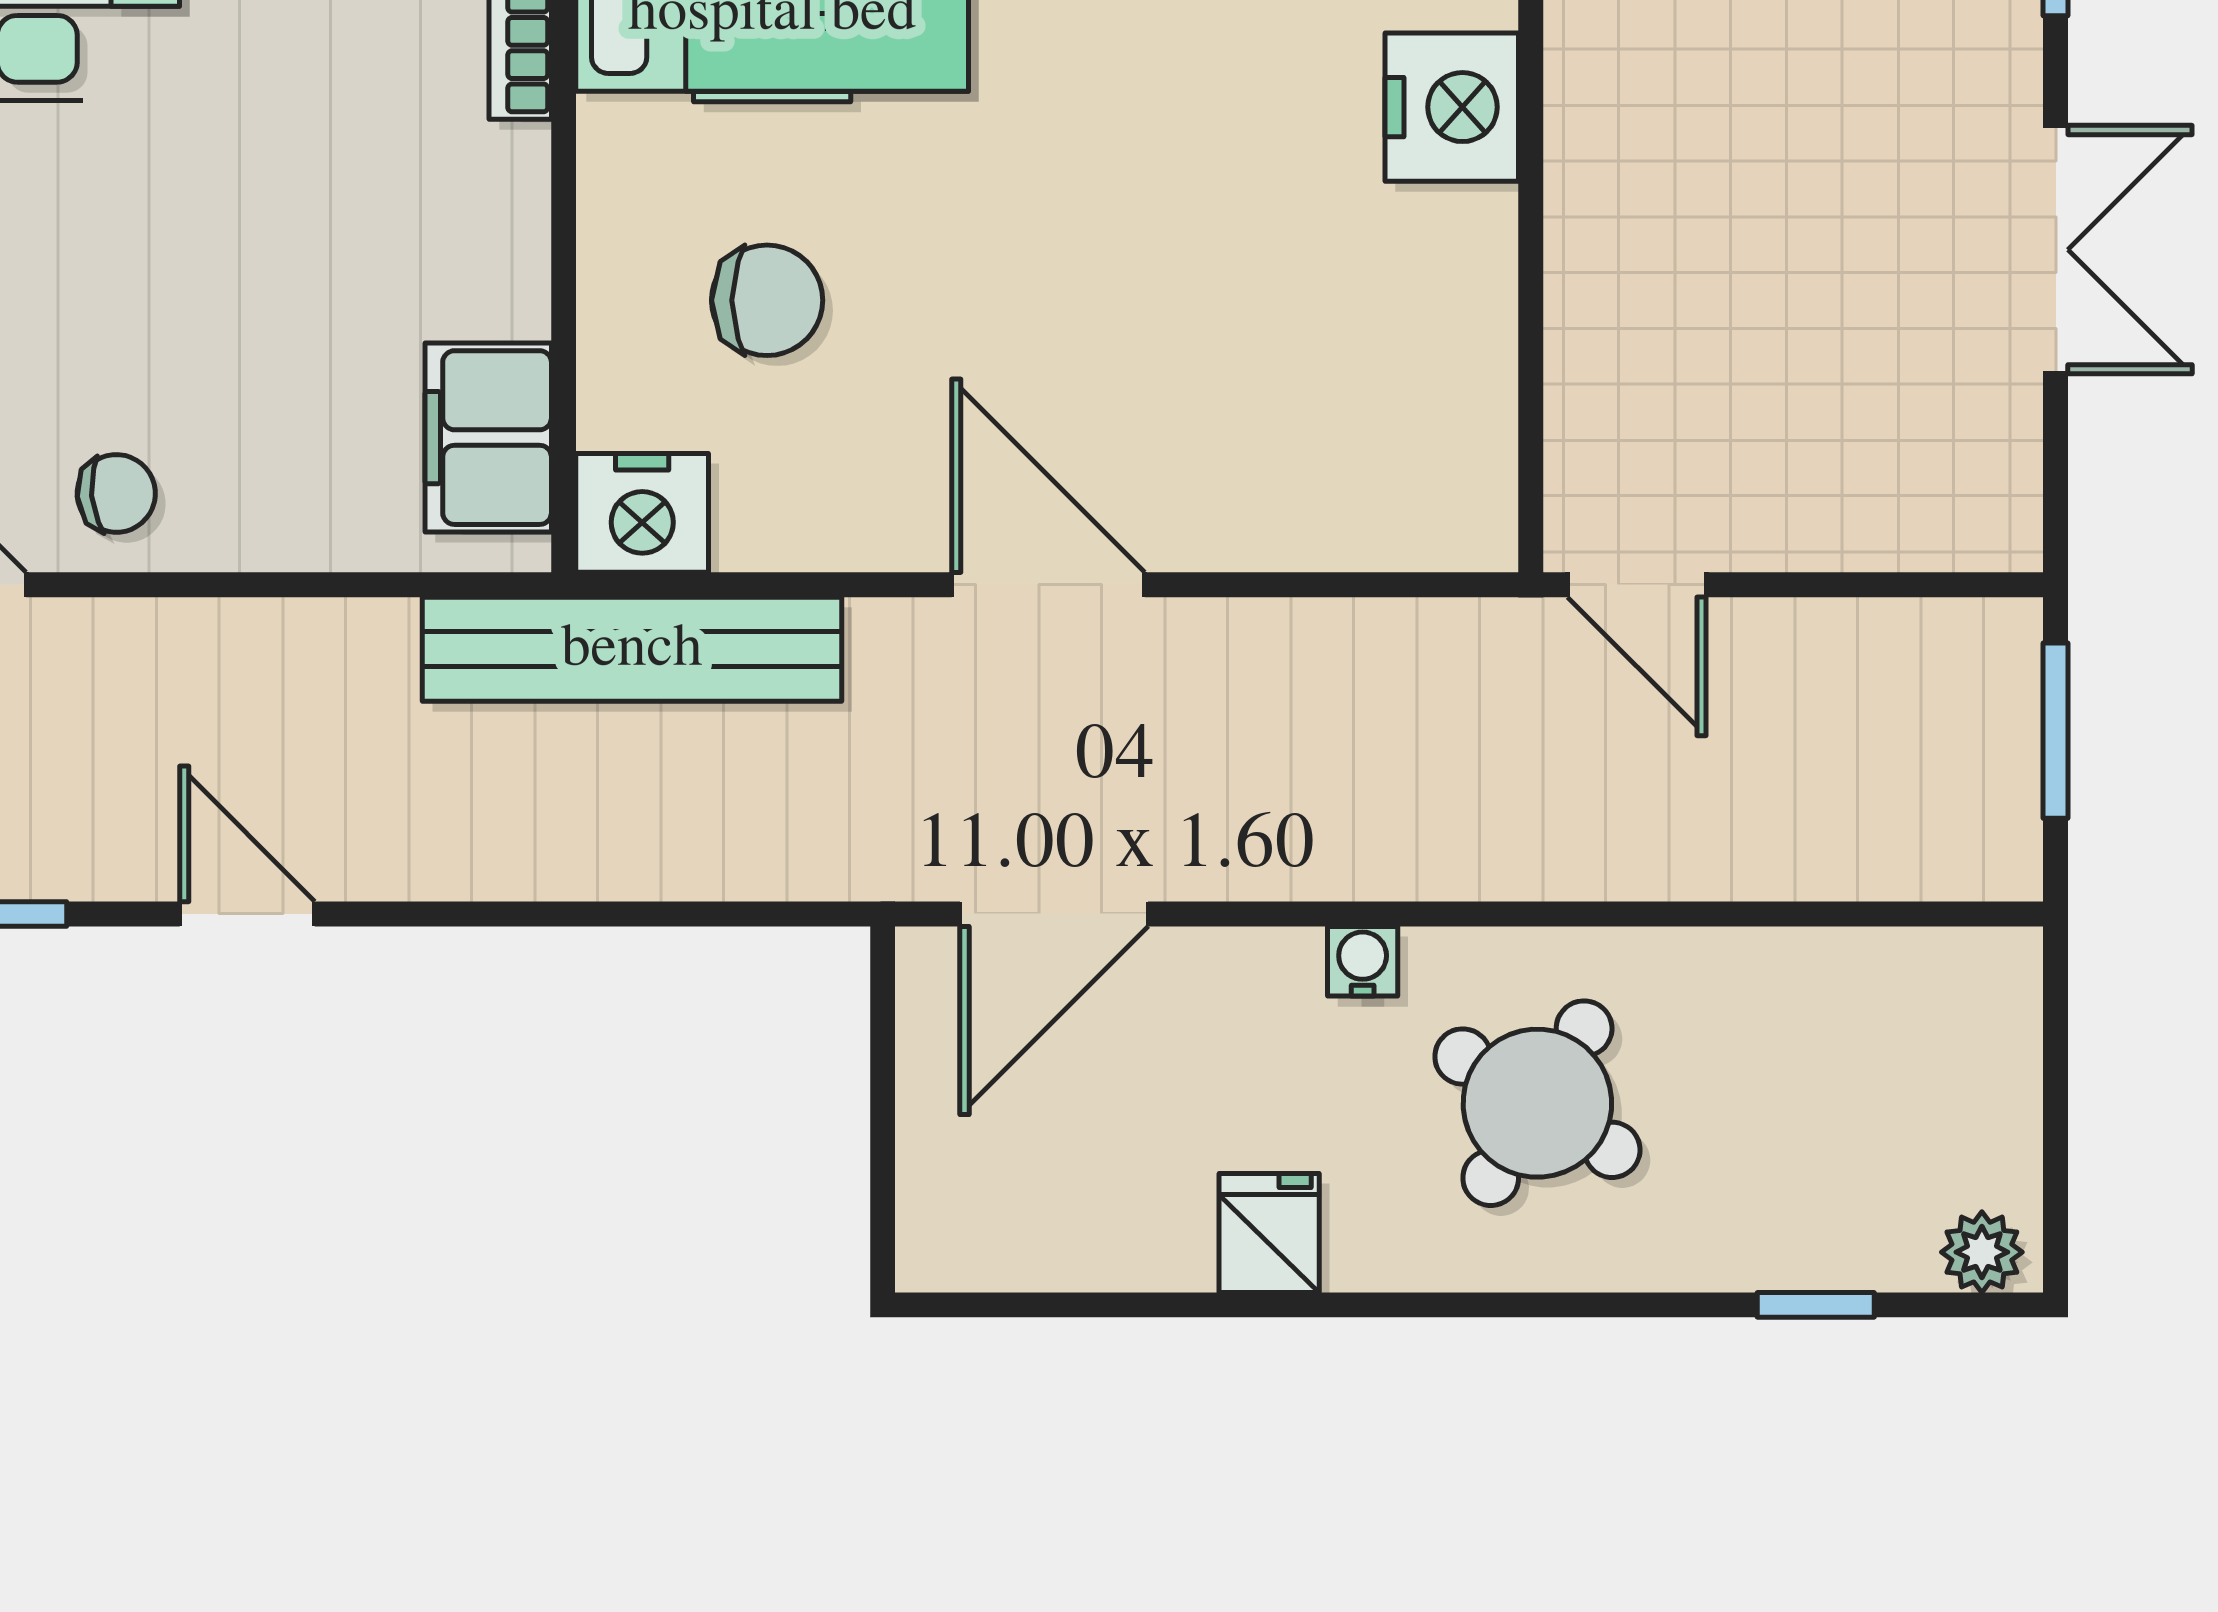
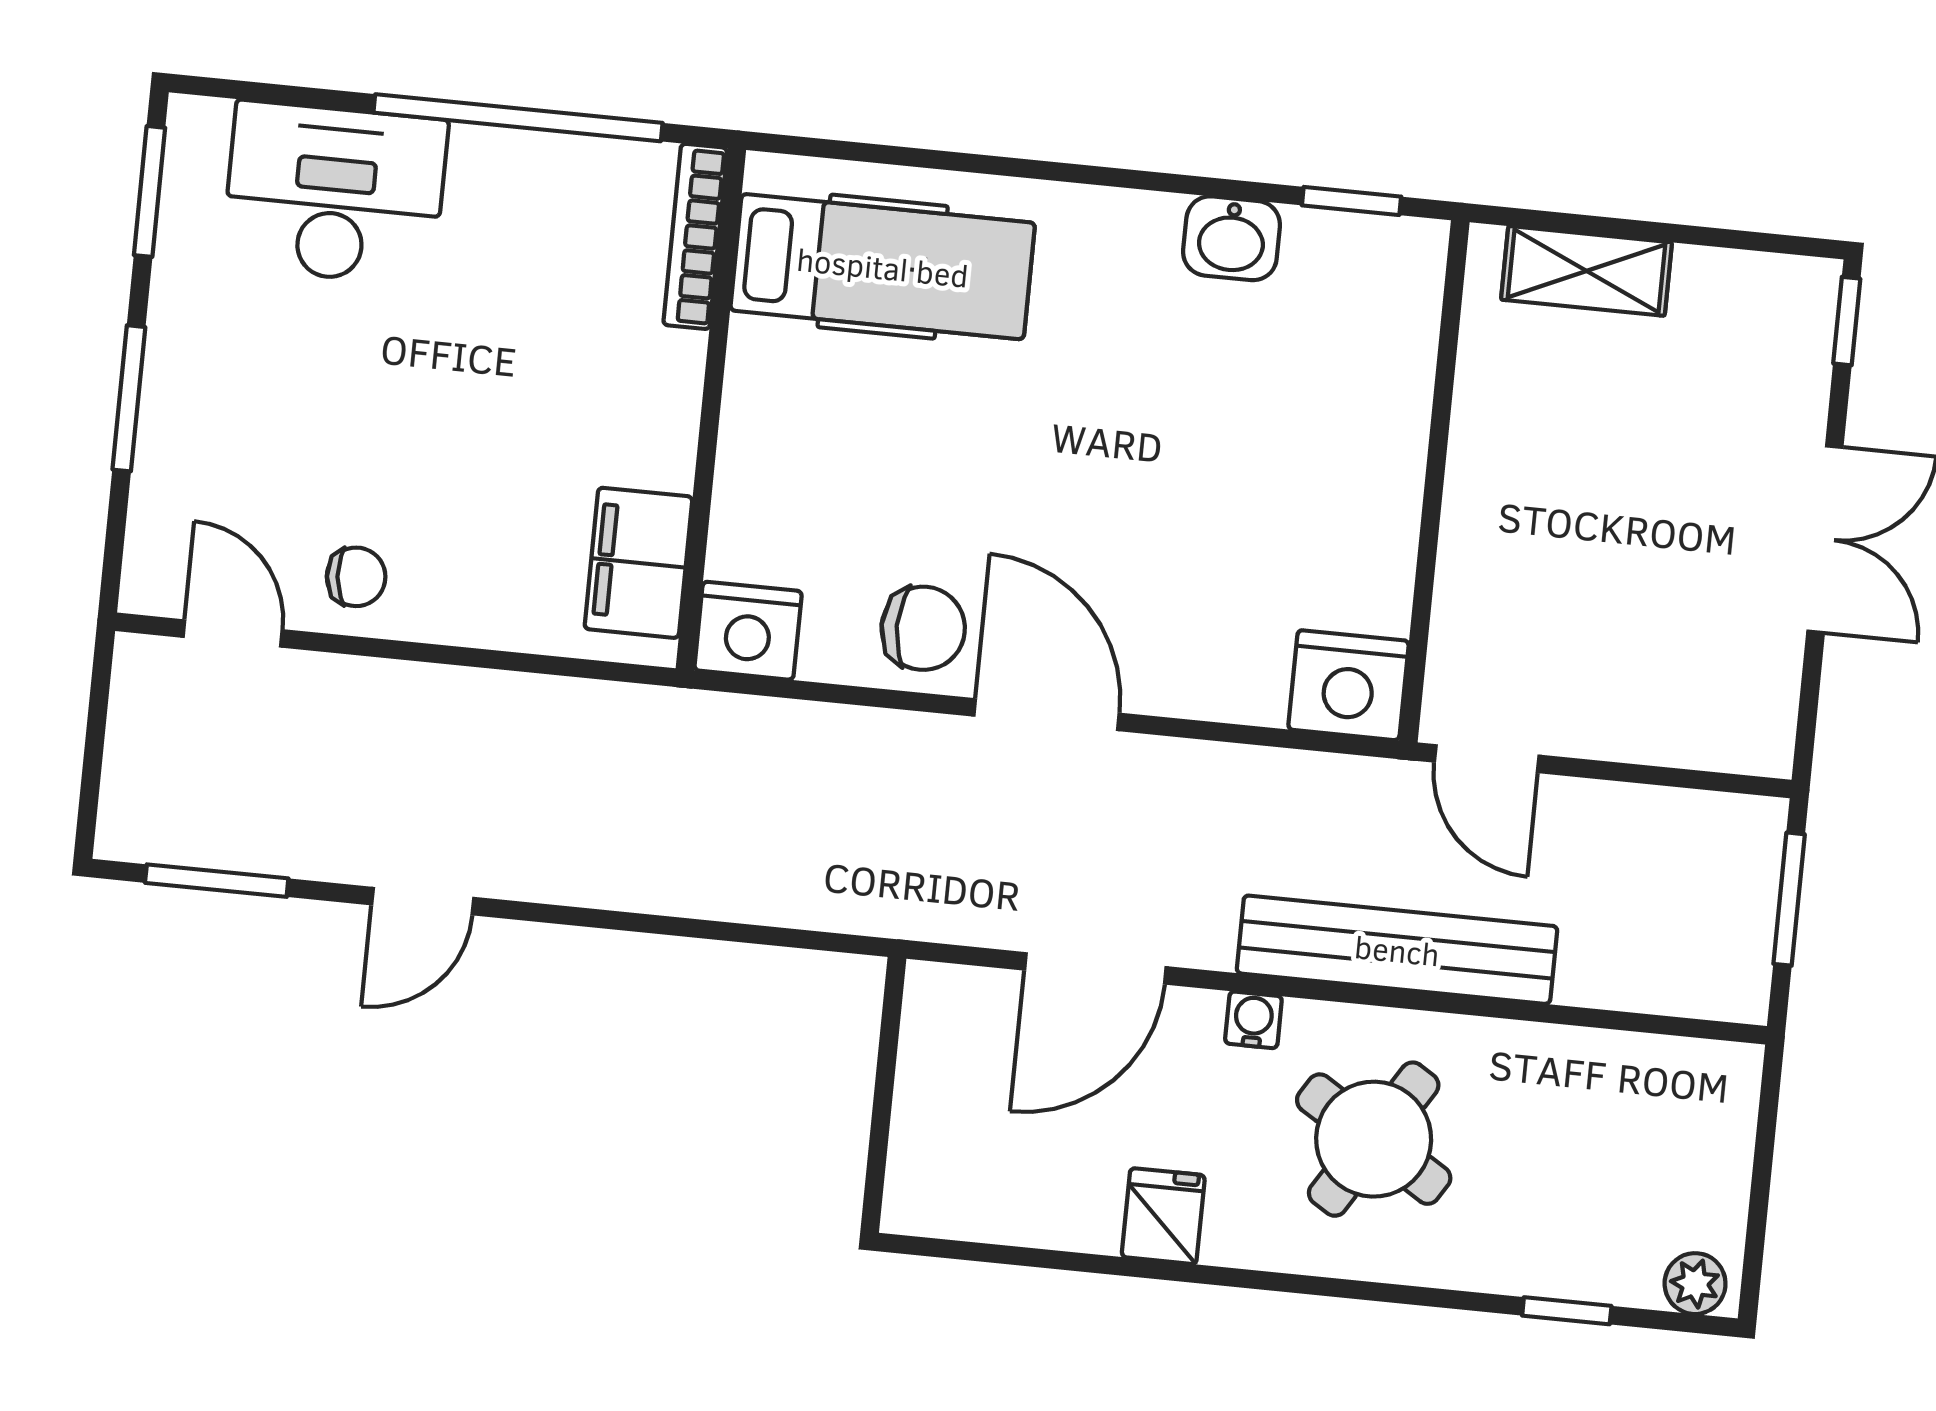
nightstand: (1452, 107) -> (1349, 685), moved, turned 90
chair: (767, 300) -> (923, 628), moved
bench: (632, 649) -> (1397, 950), moved
door: (247, 914) -> (423, 901), swing flipped
door: (1054, 914) -> (1095, 968), moved

